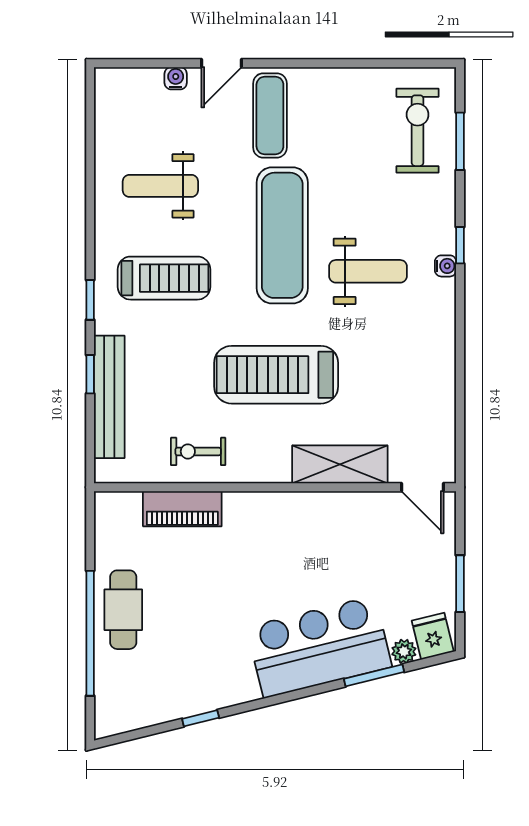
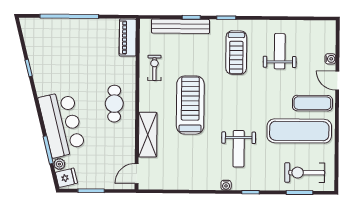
exercise bike: (418, 131) -> (305, 173), turned 180
exercise mat: (282, 235) -> (299, 131), moved
water cooler: (446, 266) -> (226, 185), moved
piano: (182, 509) -> (128, 38), moved
cafe table: (123, 610) -> (114, 104), moved, turned 90

